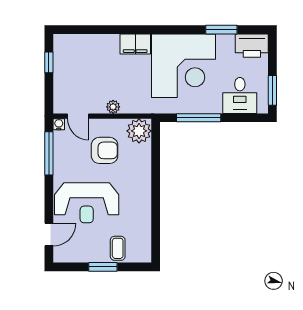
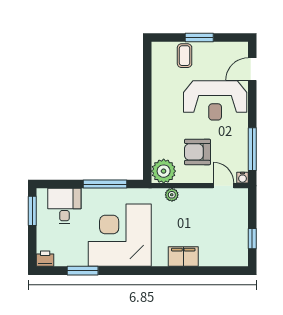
filing cabinet: (135, 44) -> (183, 257), moved
printer: (252, 46) -> (45, 259), width x0.53, depth x0.68
plant: (113, 107) -> (172, 195), moved
reception desk: (87, 203) -> (215, 100), turned 180

